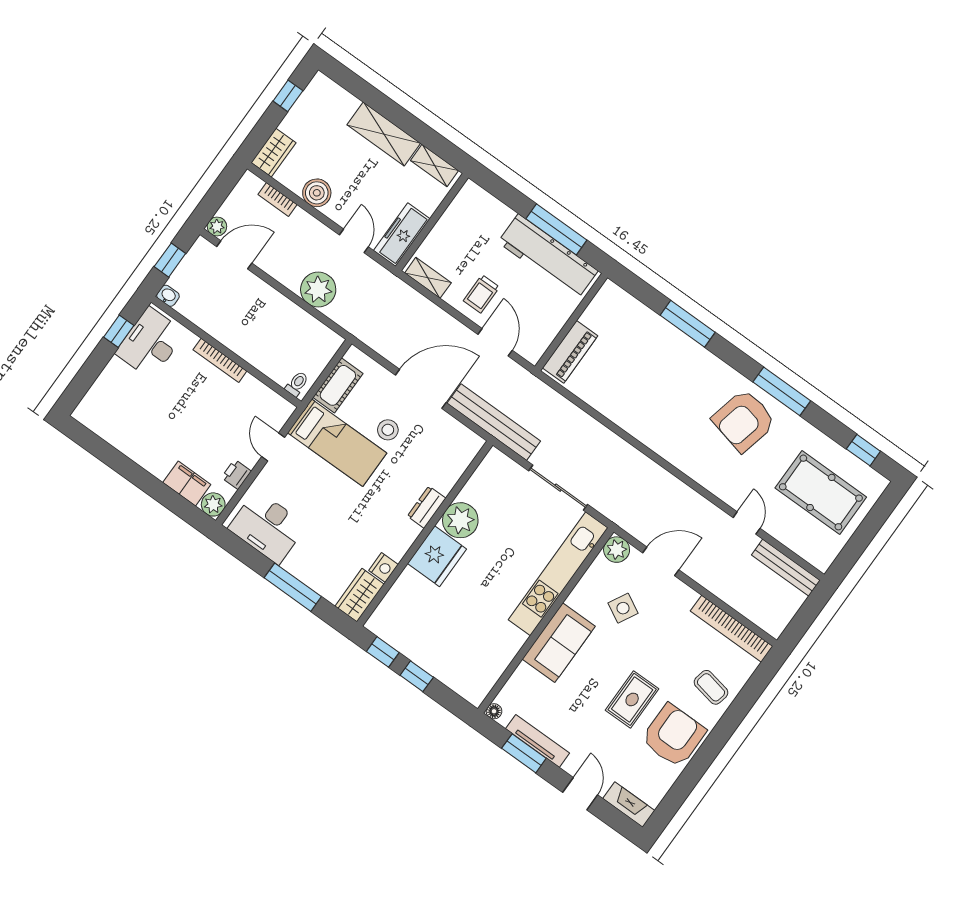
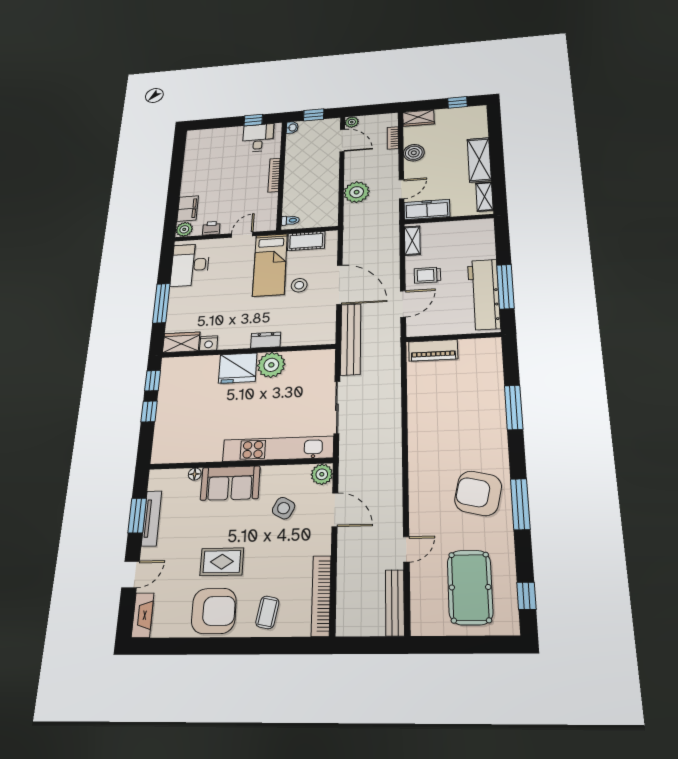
desk: (150, 343) -> (258, 138), width x0.73
floor lamp: (494, 711) -> (195, 474), moved

